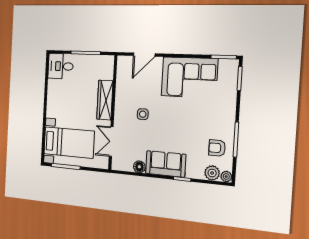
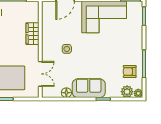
wardrobe: (105, 100) -> (33, 34), width x0.67
double door: (111, 142) -> (40, 74), swing flipped

